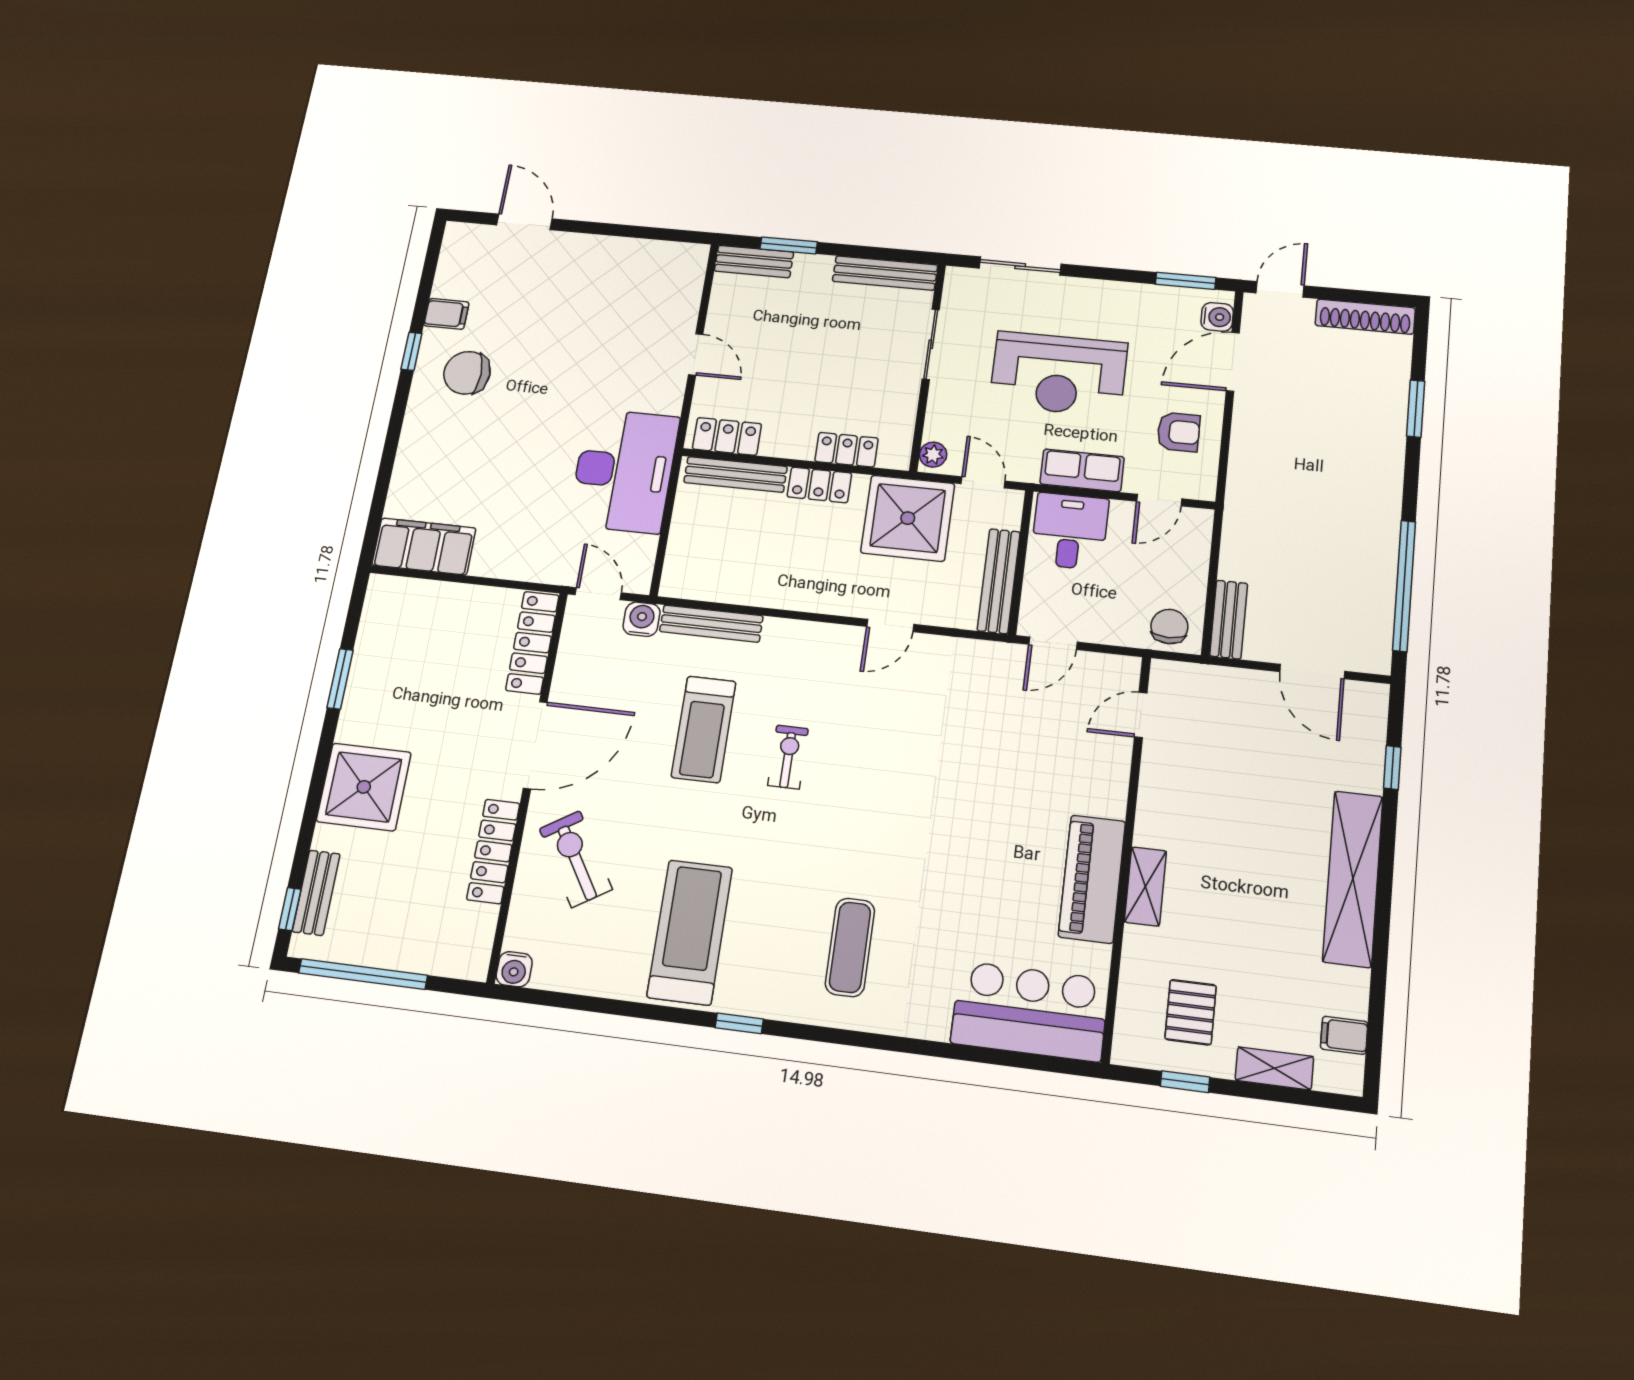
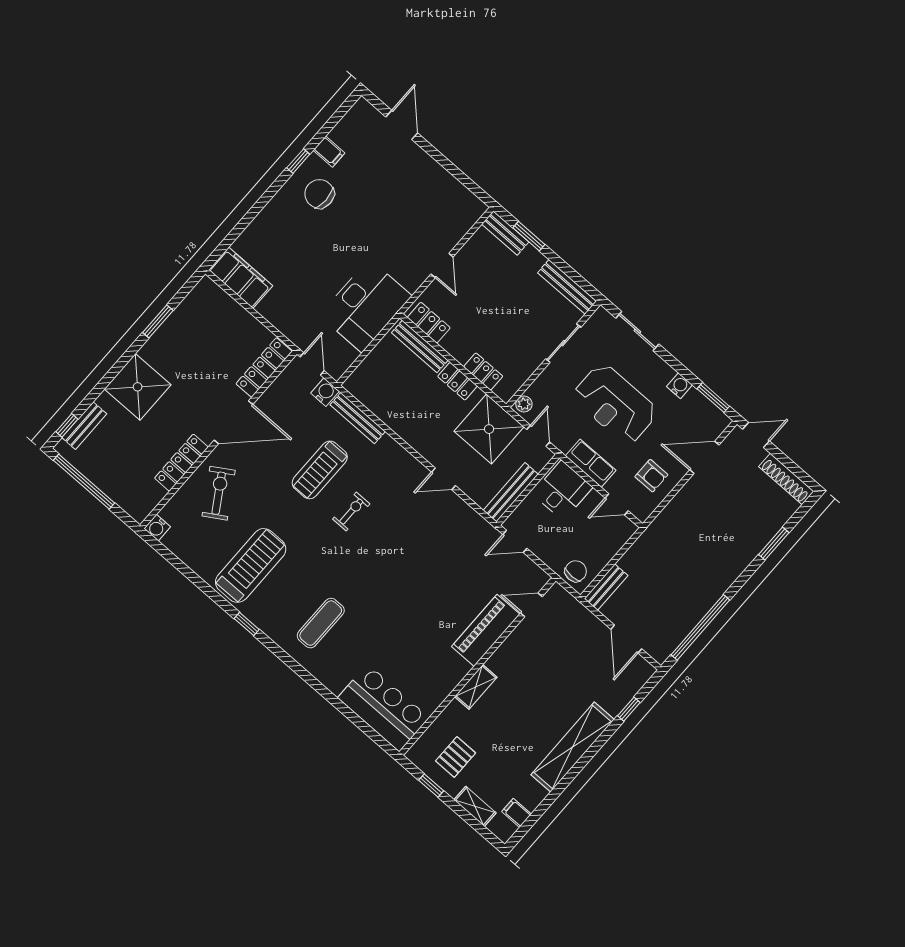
water cooler: (1217, 317) -> (679, 386), moved, turned -90
piano: (1092, 879) -> (486, 630), moved

